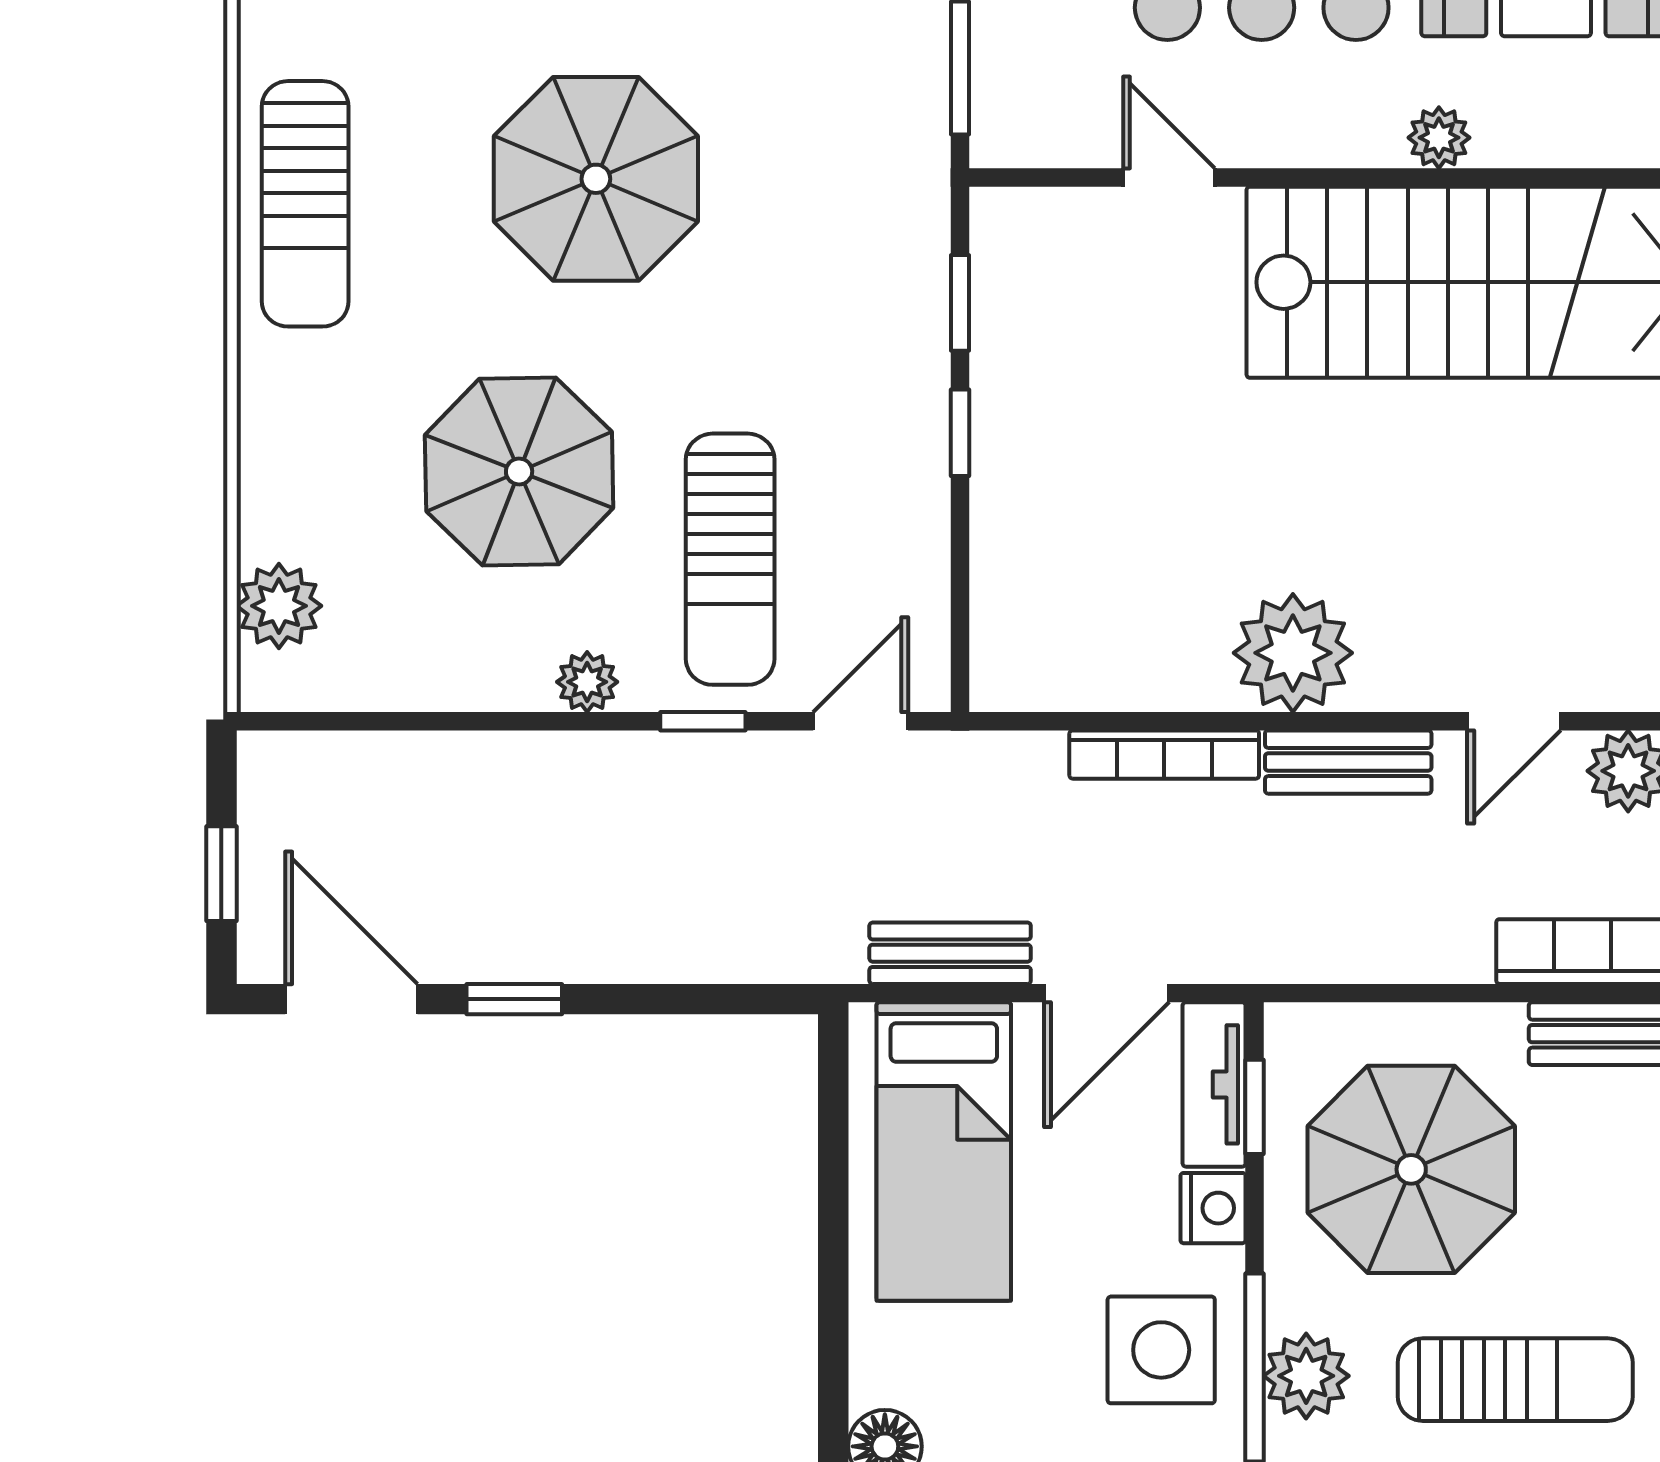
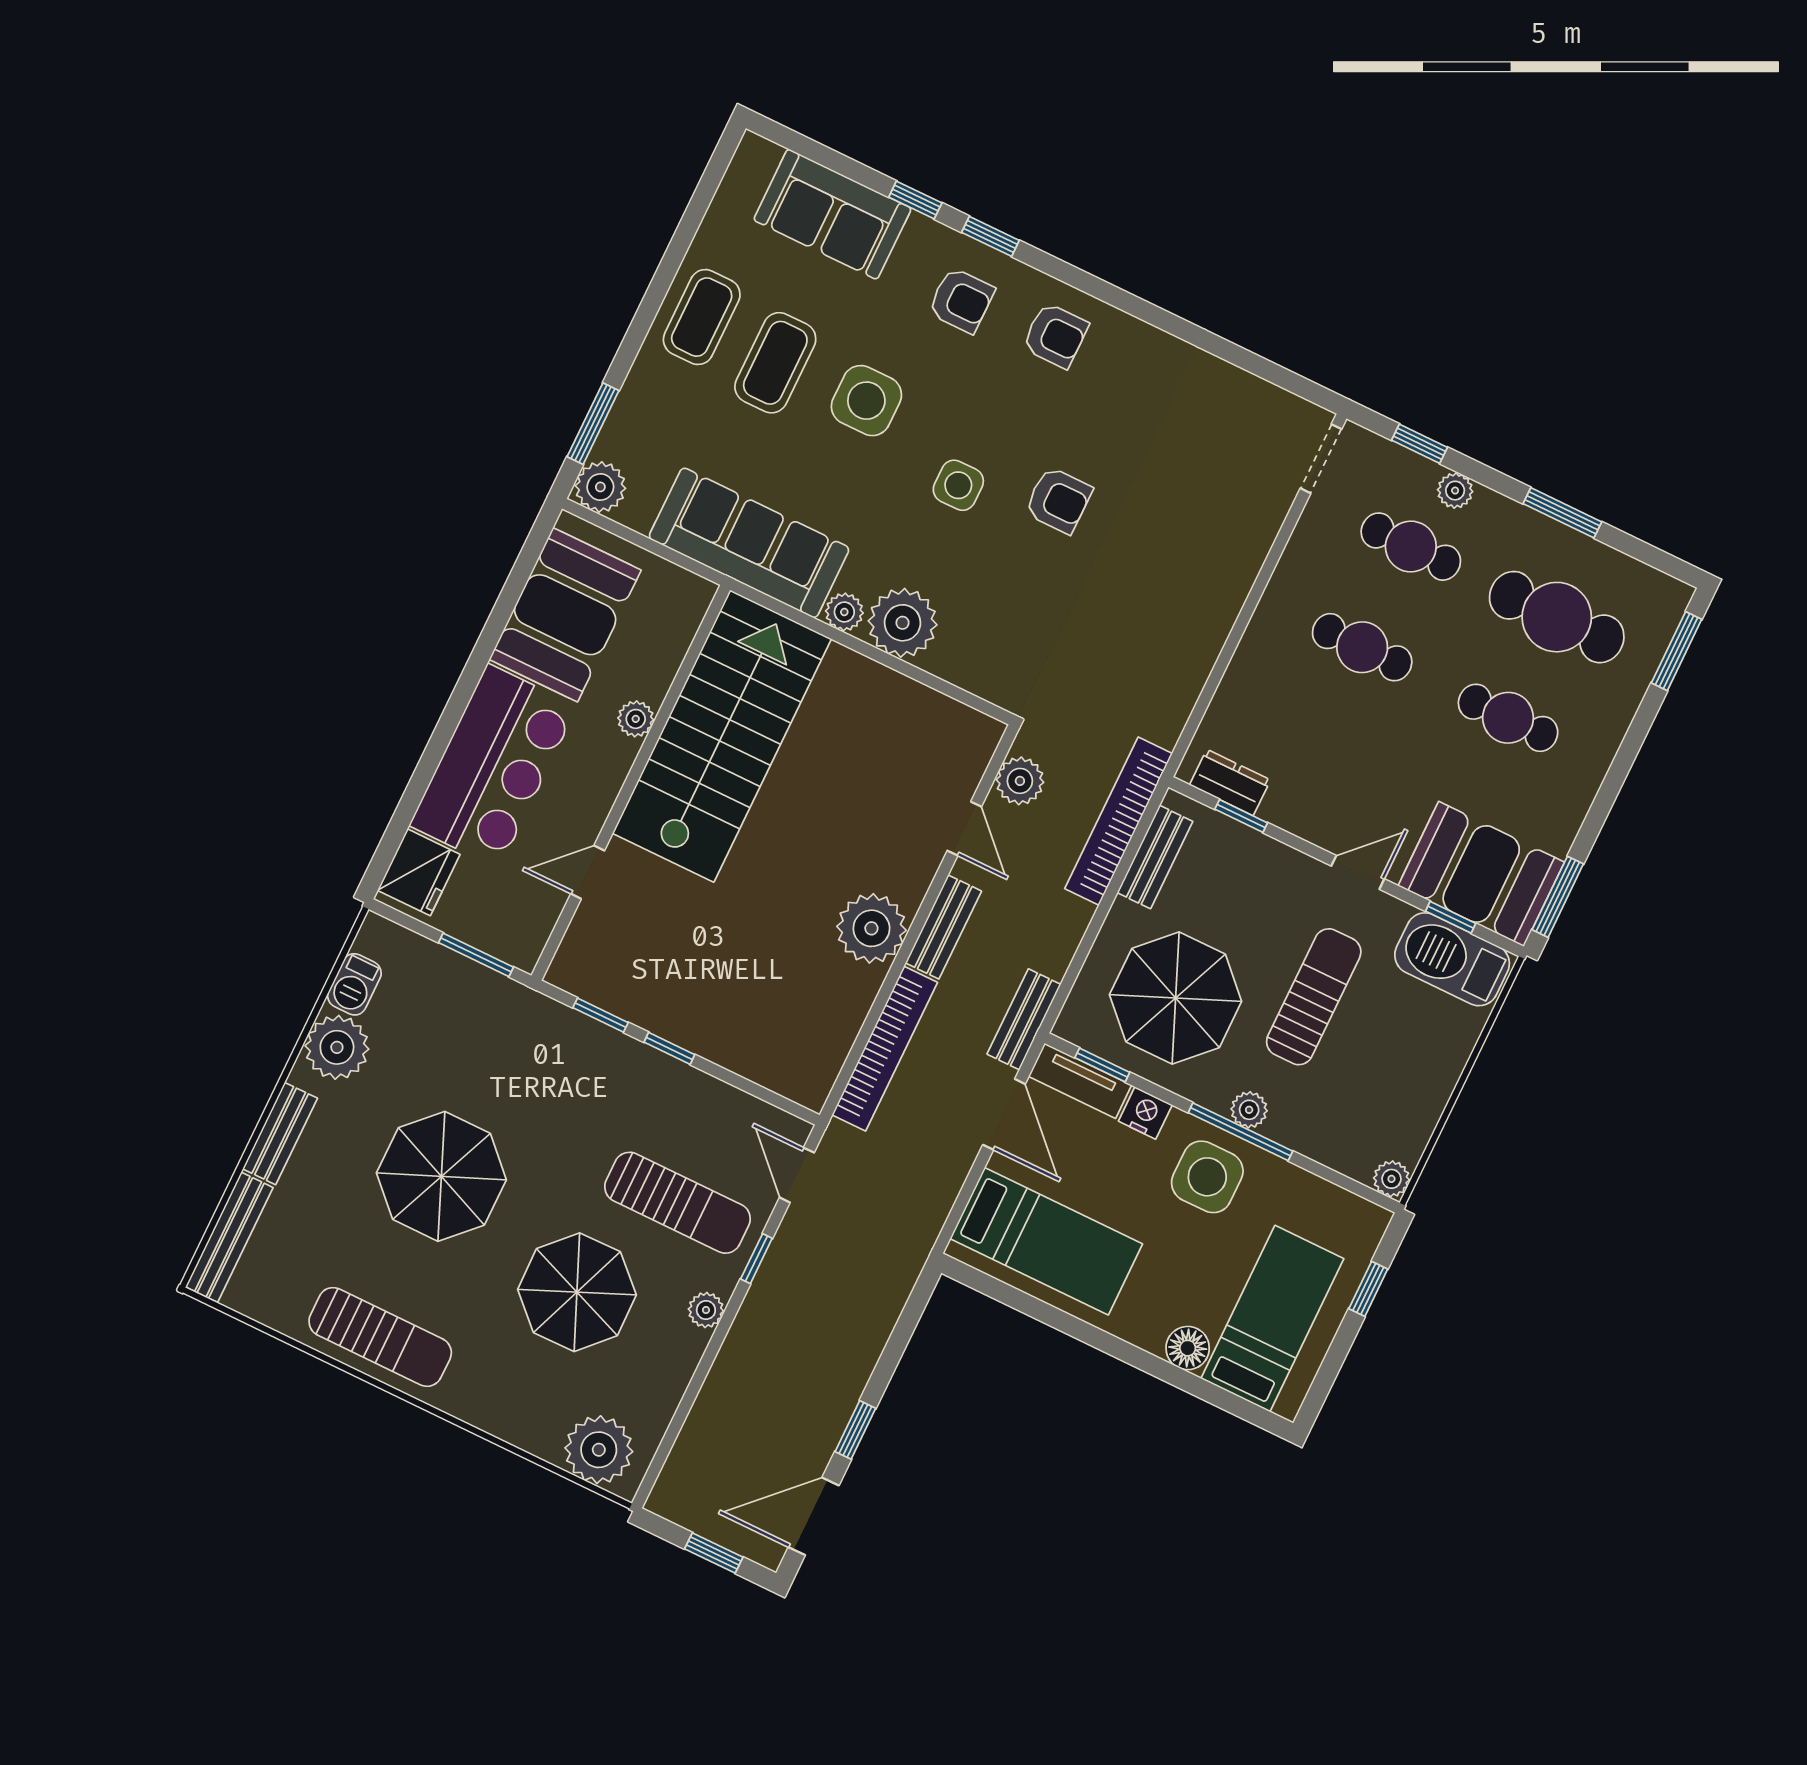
plant: (279, 606) -> (599, 1450), width x1.36, depth x1.36
bookcase: (1164, 755) -> (885, 1049), width x1.48, depth x1.31
bench: (950, 953) -> (1024, 1019), moved
plant: (1306, 1376) -> (1249, 1110), width x0.73, depth x0.73

